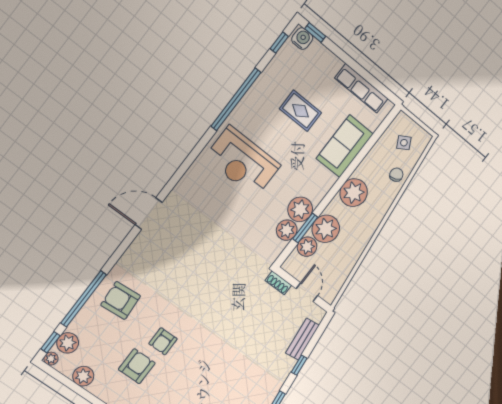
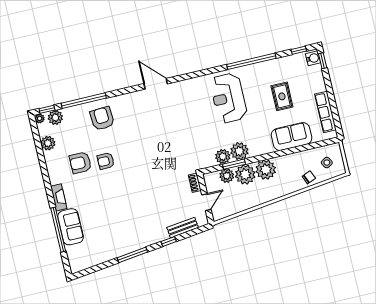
plant: (354, 193) -> (266, 170), moved
armchair: (137, 366) -> (80, 163), turned 180

